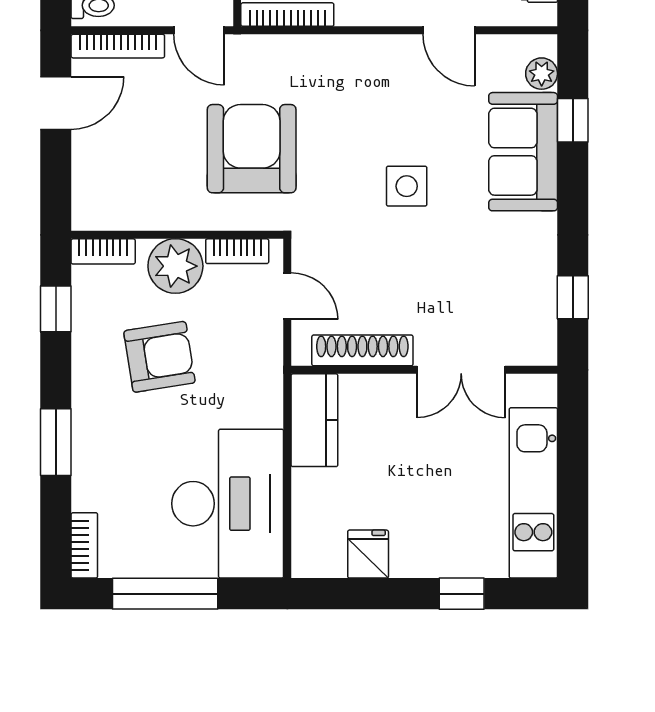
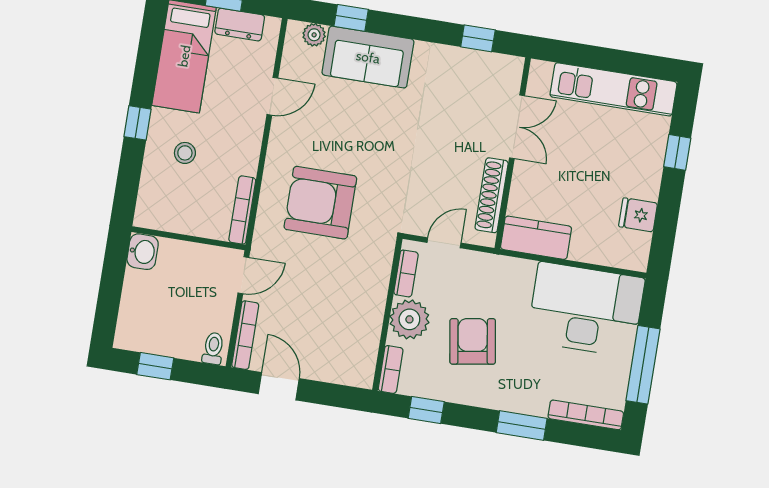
armchair: (252, 149) -> (320, 203), moved
side table: (407, 186) -> (379, 144), removed
bookcase: (84, 545) -> (586, 415), width x1.56

